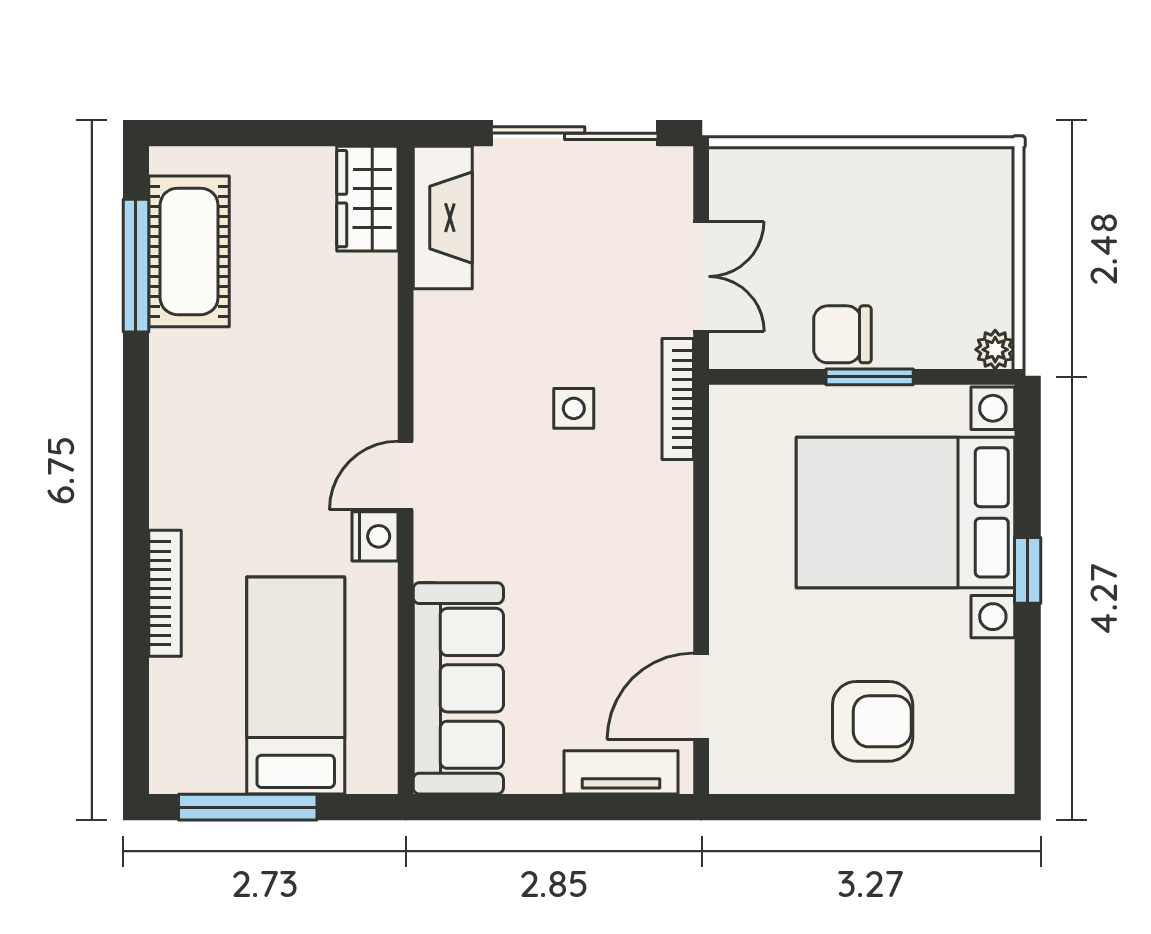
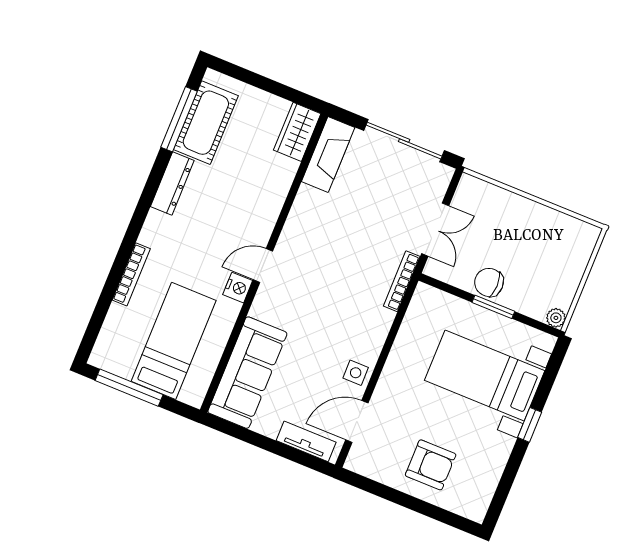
dresser: (172, 391) -> (172, 183), added
side table: (574, 408) -> (356, 373), moved
bed with nightstands: (906, 512) -> (485, 376), width x0.73

